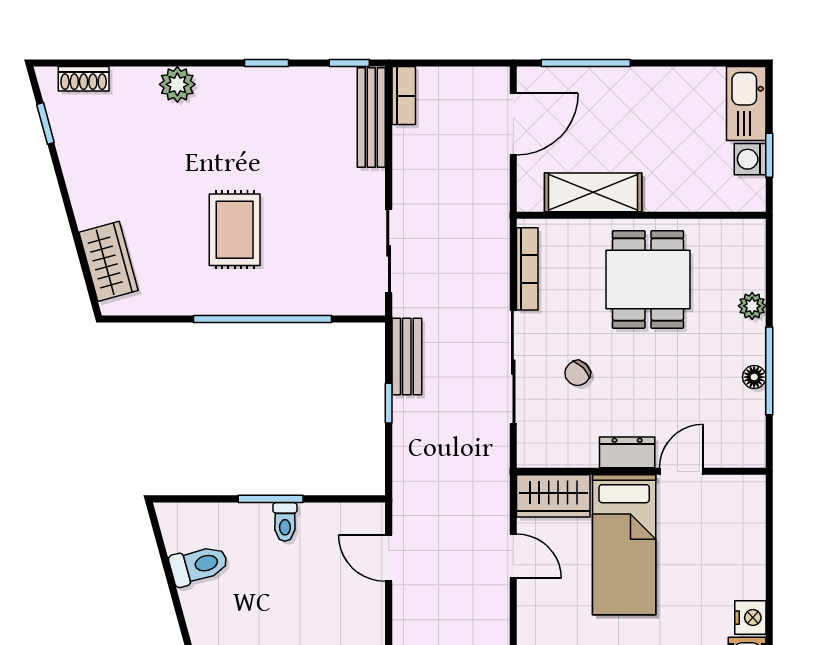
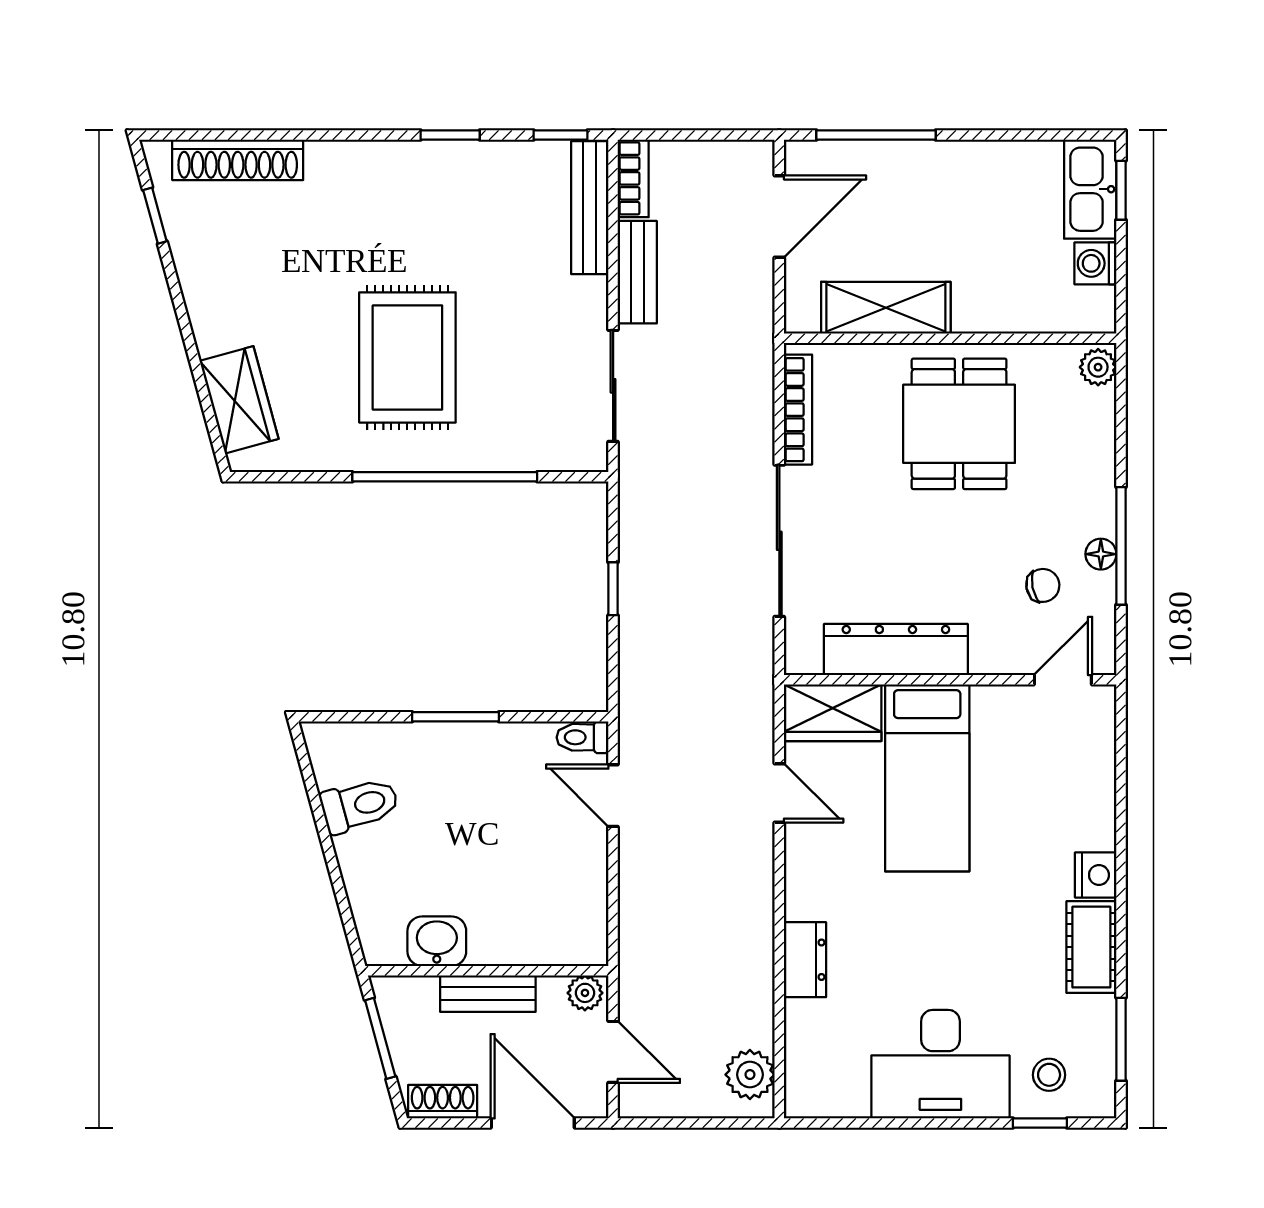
shoe rack: (84, 79) -> (238, 160), width x1.94, depth x1.24
plant: (177, 84) -> (331, 164), removed
window: (769, 155) -> (1121, 190), moved
rug: (235, 230) -> (407, 357), width x1.36, depth x1.43
plant: (752, 306) -> (1098, 367), moved
bench: (407, 356) -> (637, 272), moved
chair: (578, 373) -> (1043, 585), moved, turned -146
dresser: (627, 452) -> (896, 650), width x1.96, depth x1.24
door: (681, 471) -> (1063, 680), moved
toilet: (285, 522) -> (583, 737), moved, turned 90

